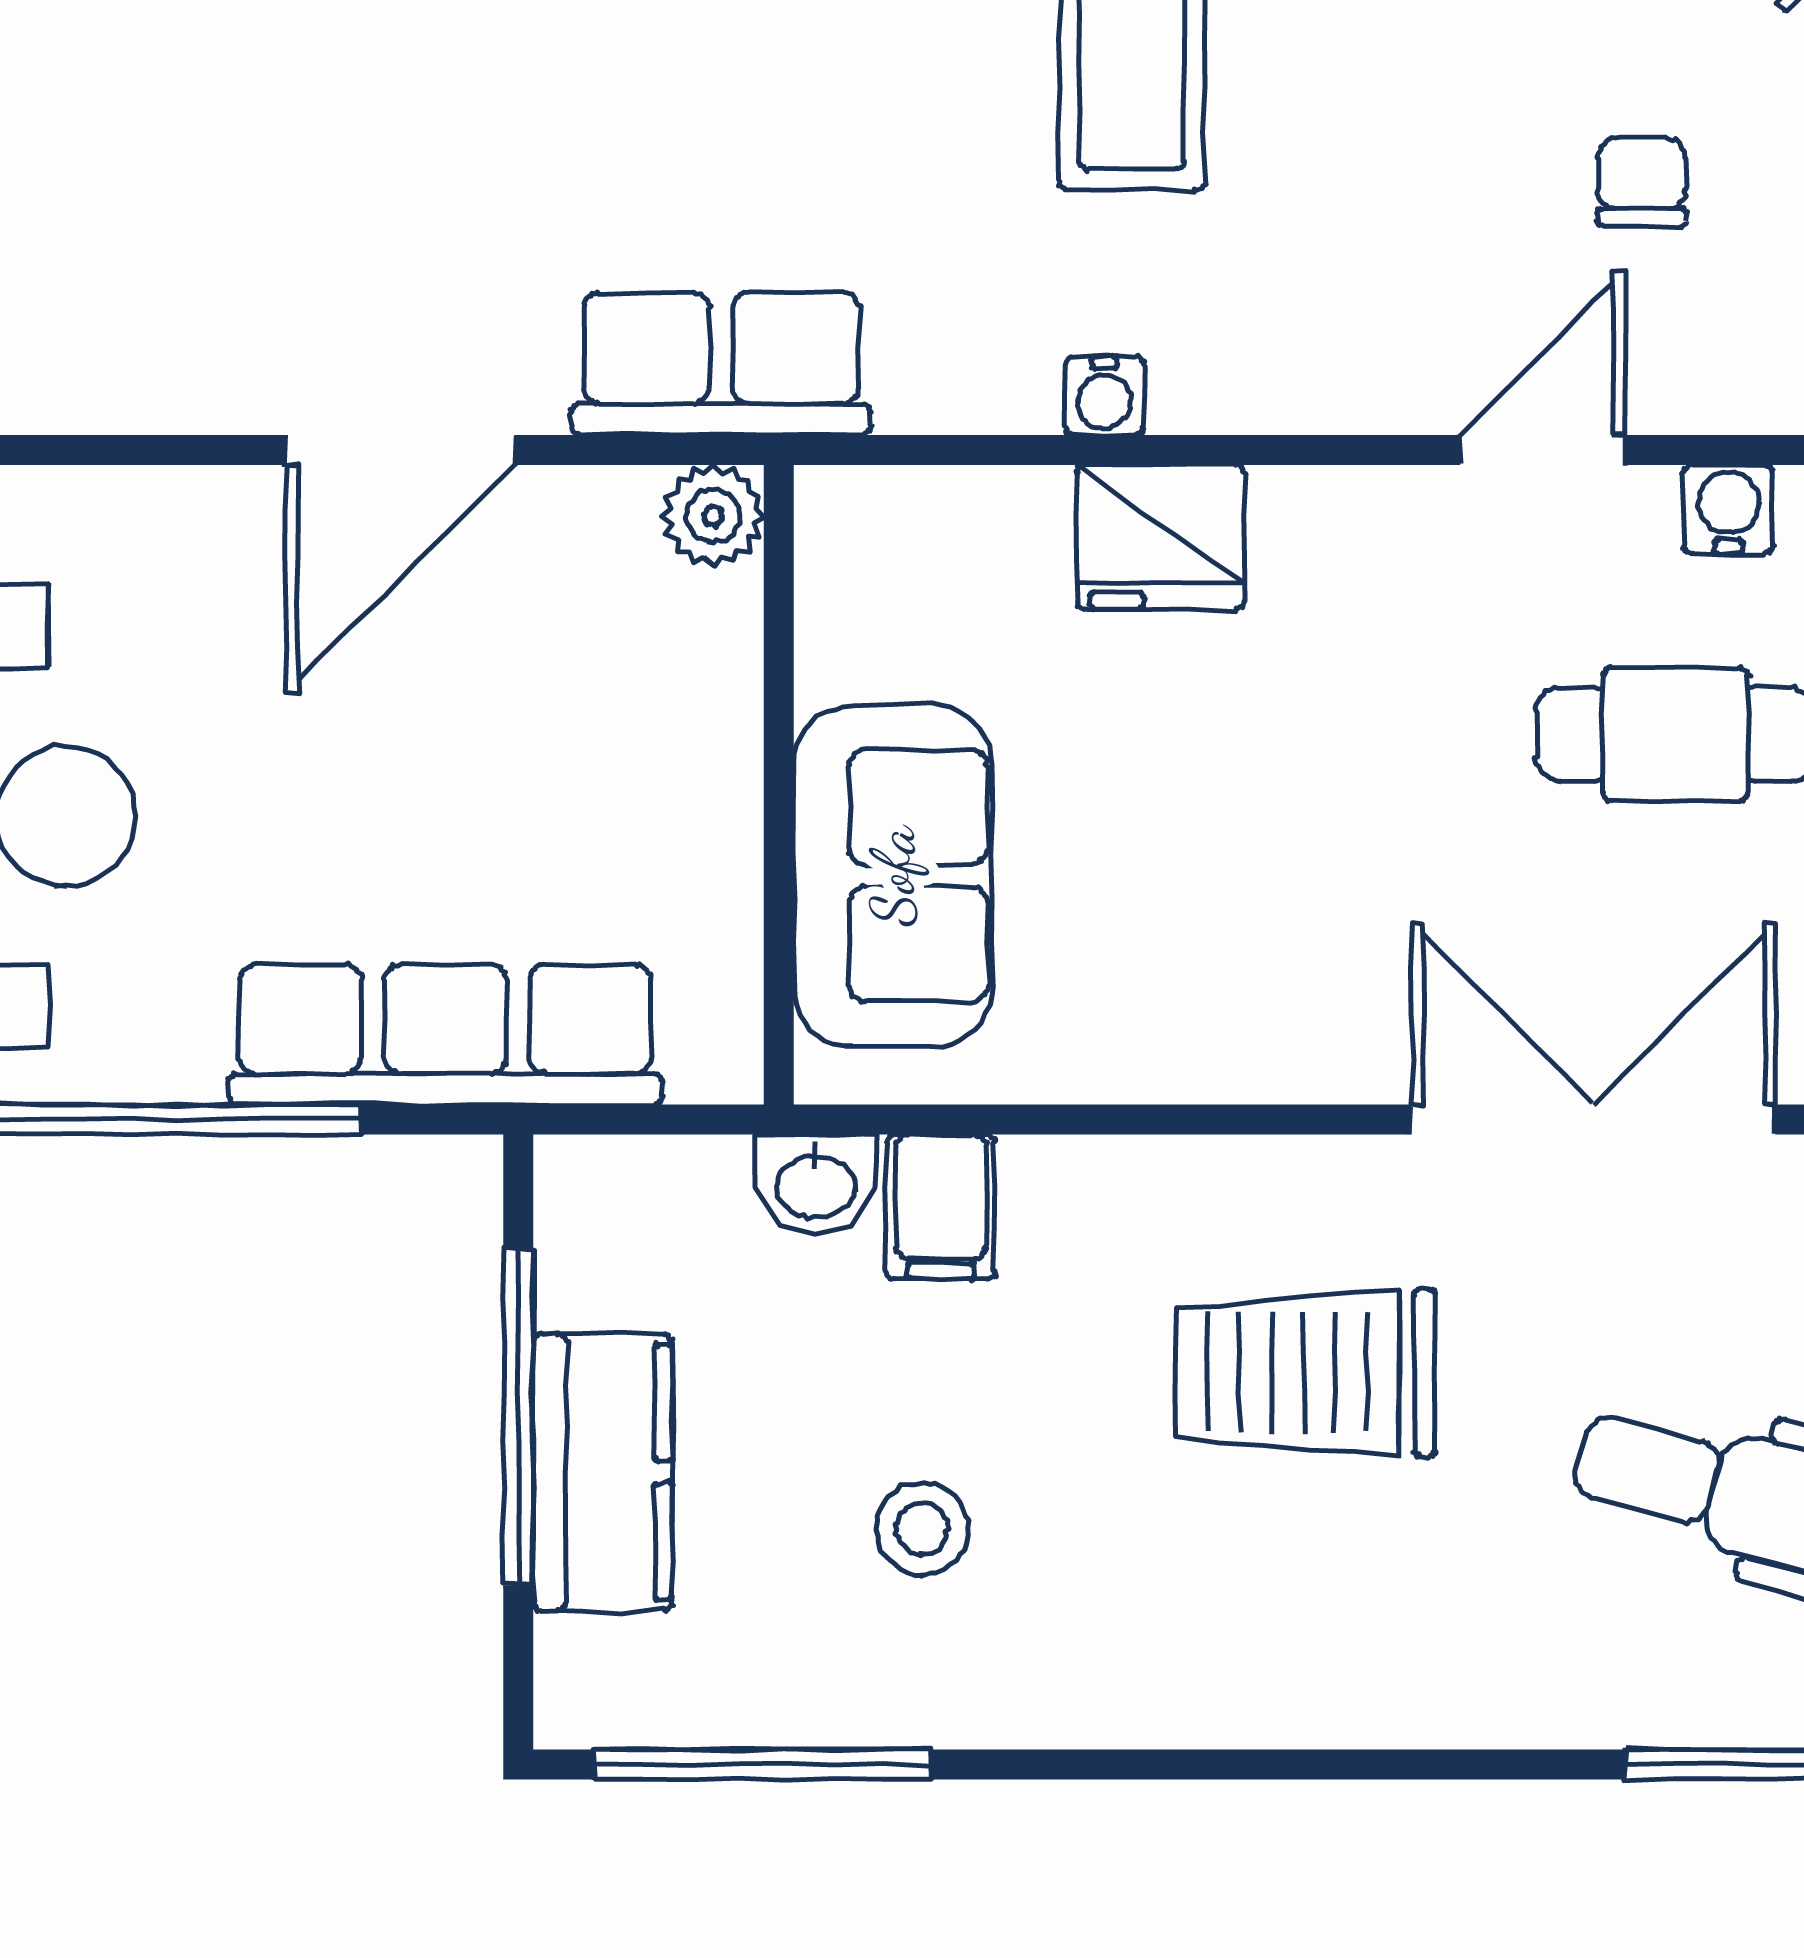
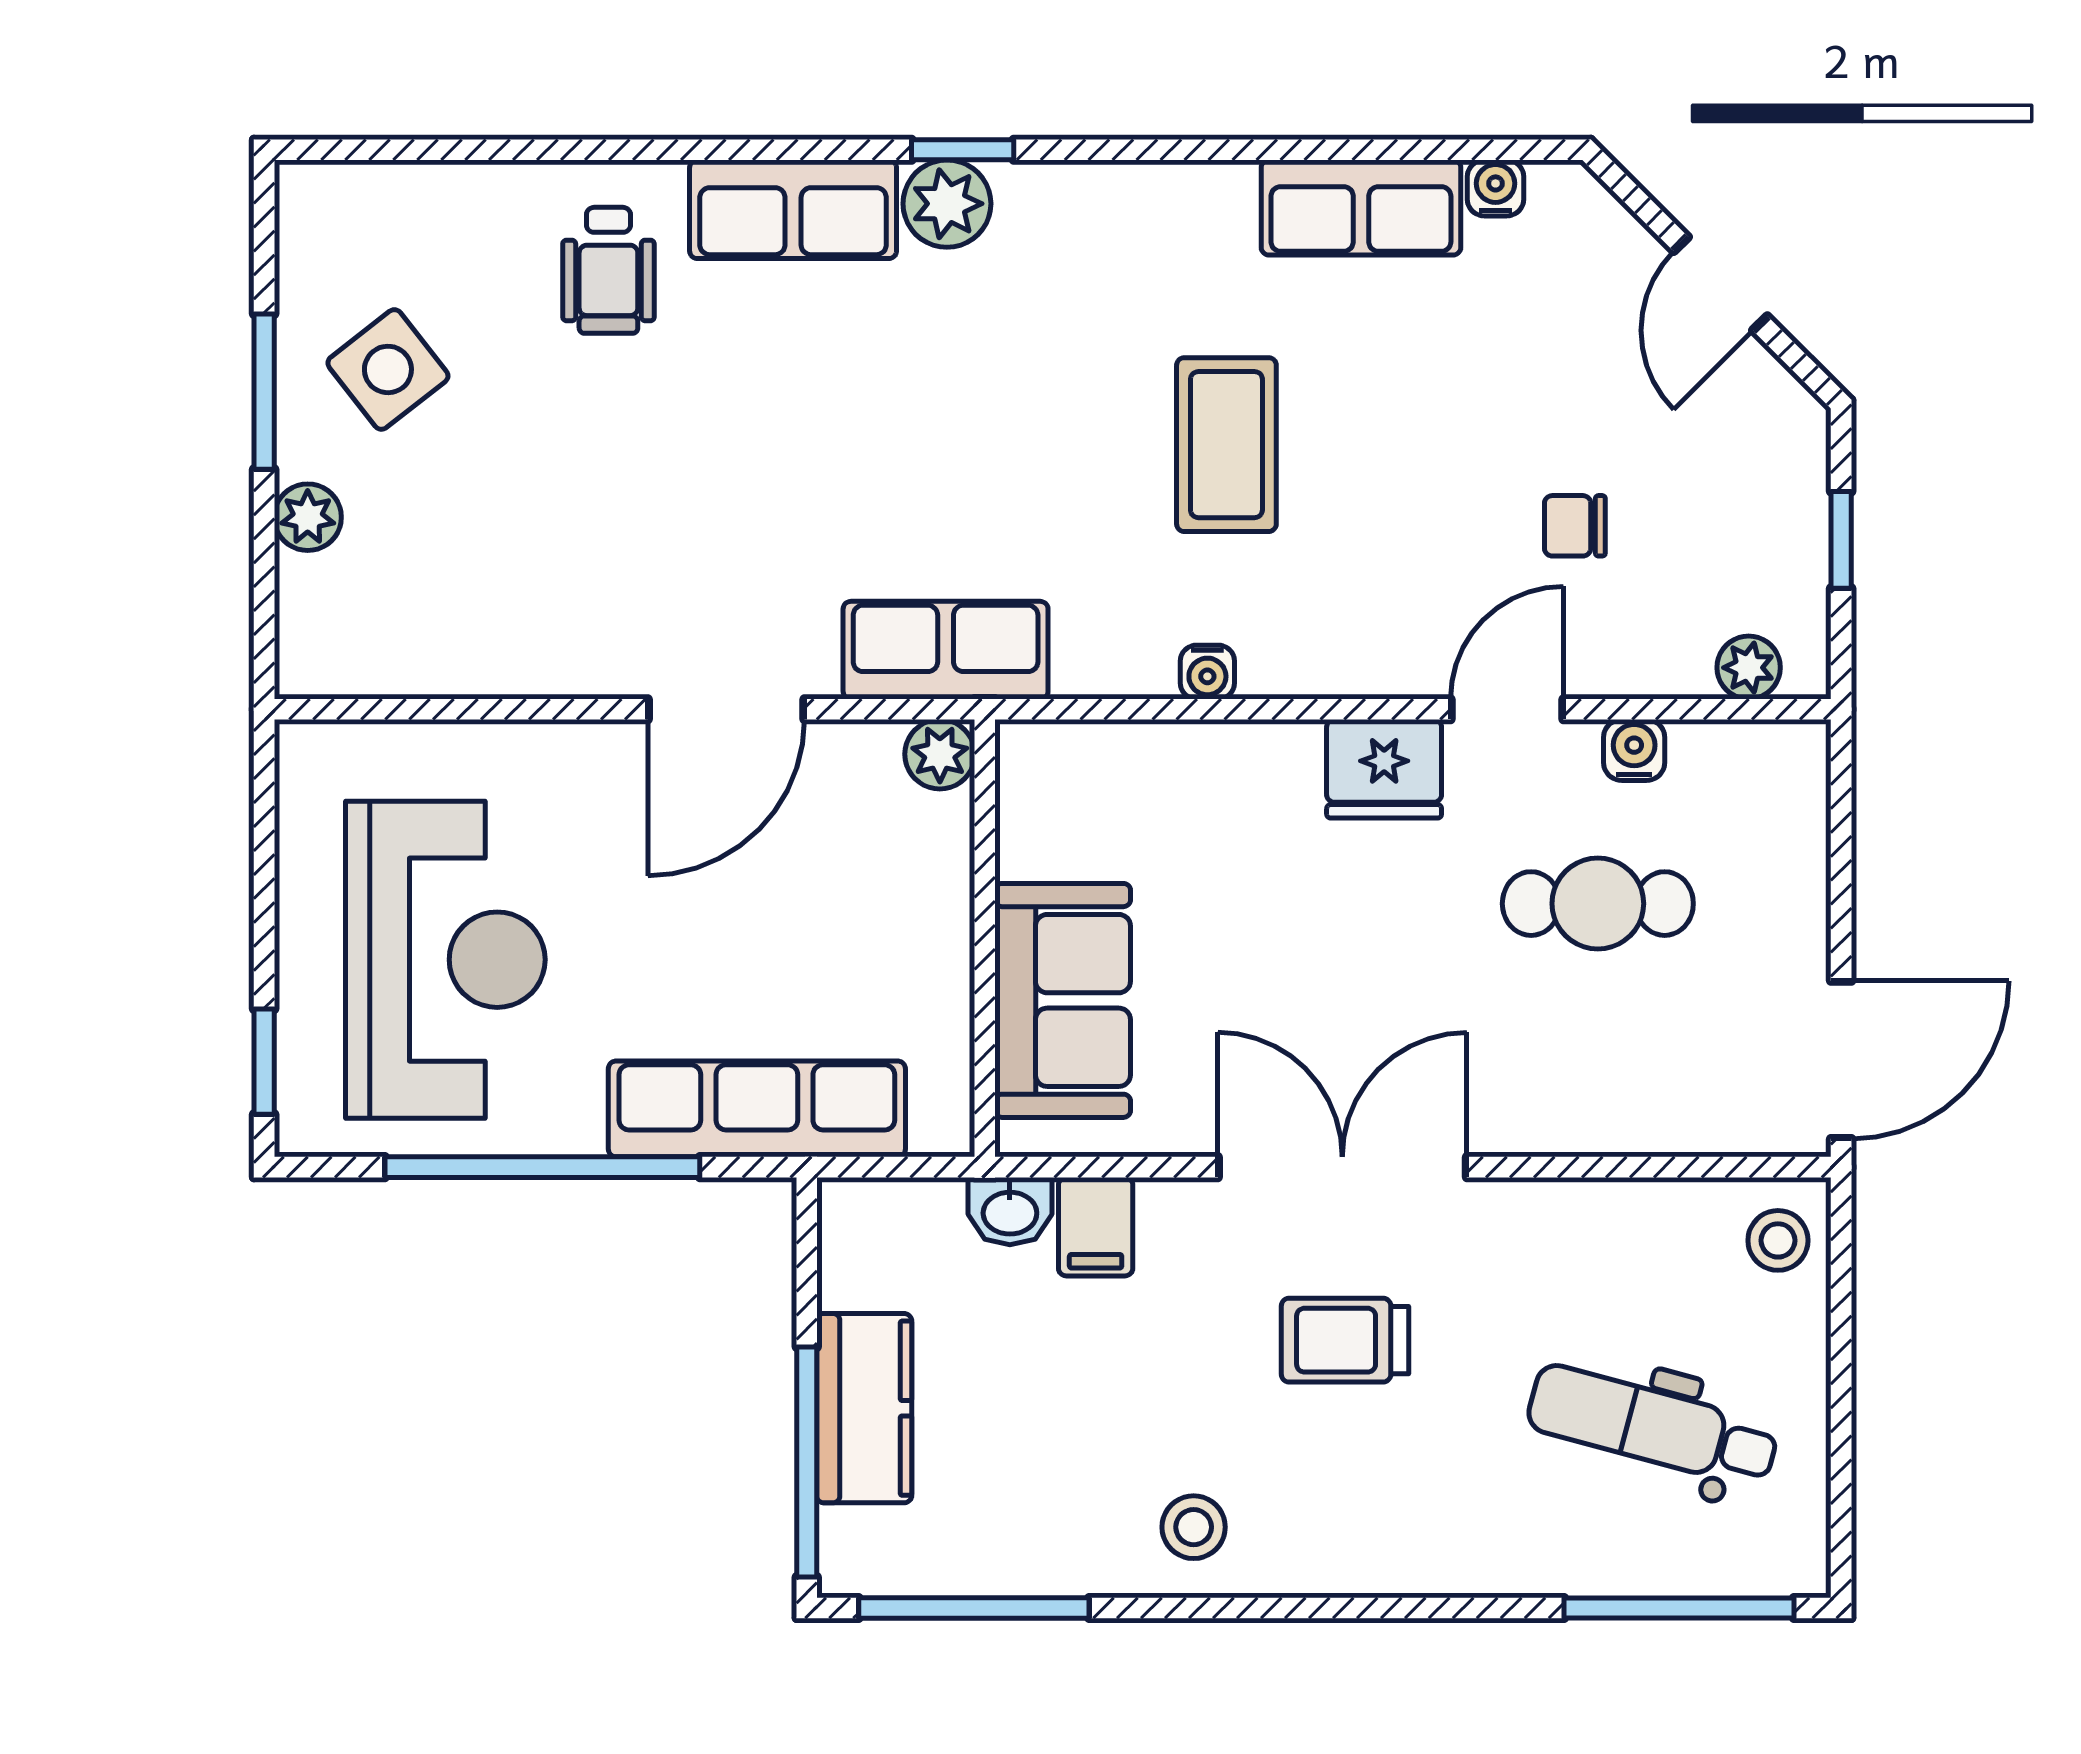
chair: (1642, 182) -> (1575, 526), turned -90
fridge: (1161, 537) -> (1384, 769), moved
double door: (1593, 1120) -> (1342, 1167), moved
trolley: (1305, 1373) -> (1345, 1340), width x0.73, depth x0.72
window: (518, 1417) -> (807, 1462), moved
stool: (922, 1529) -> (1194, 1527), moved

